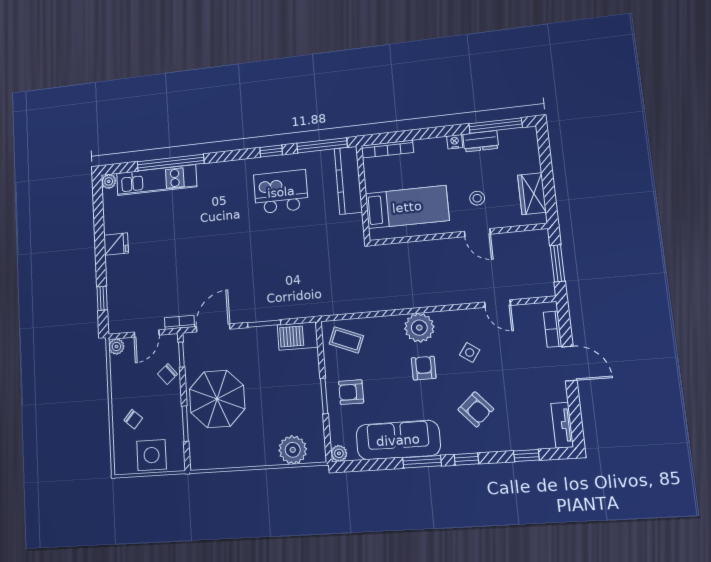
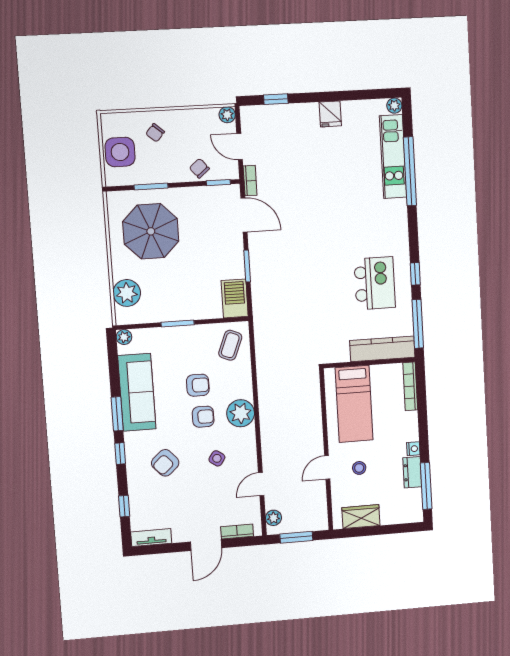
plant: (536, 289) -> (273, 518), added
armchair: (351, 392) -> (198, 385), moved, turned 90
parasol: (217, 399) -> (151, 231), moved

